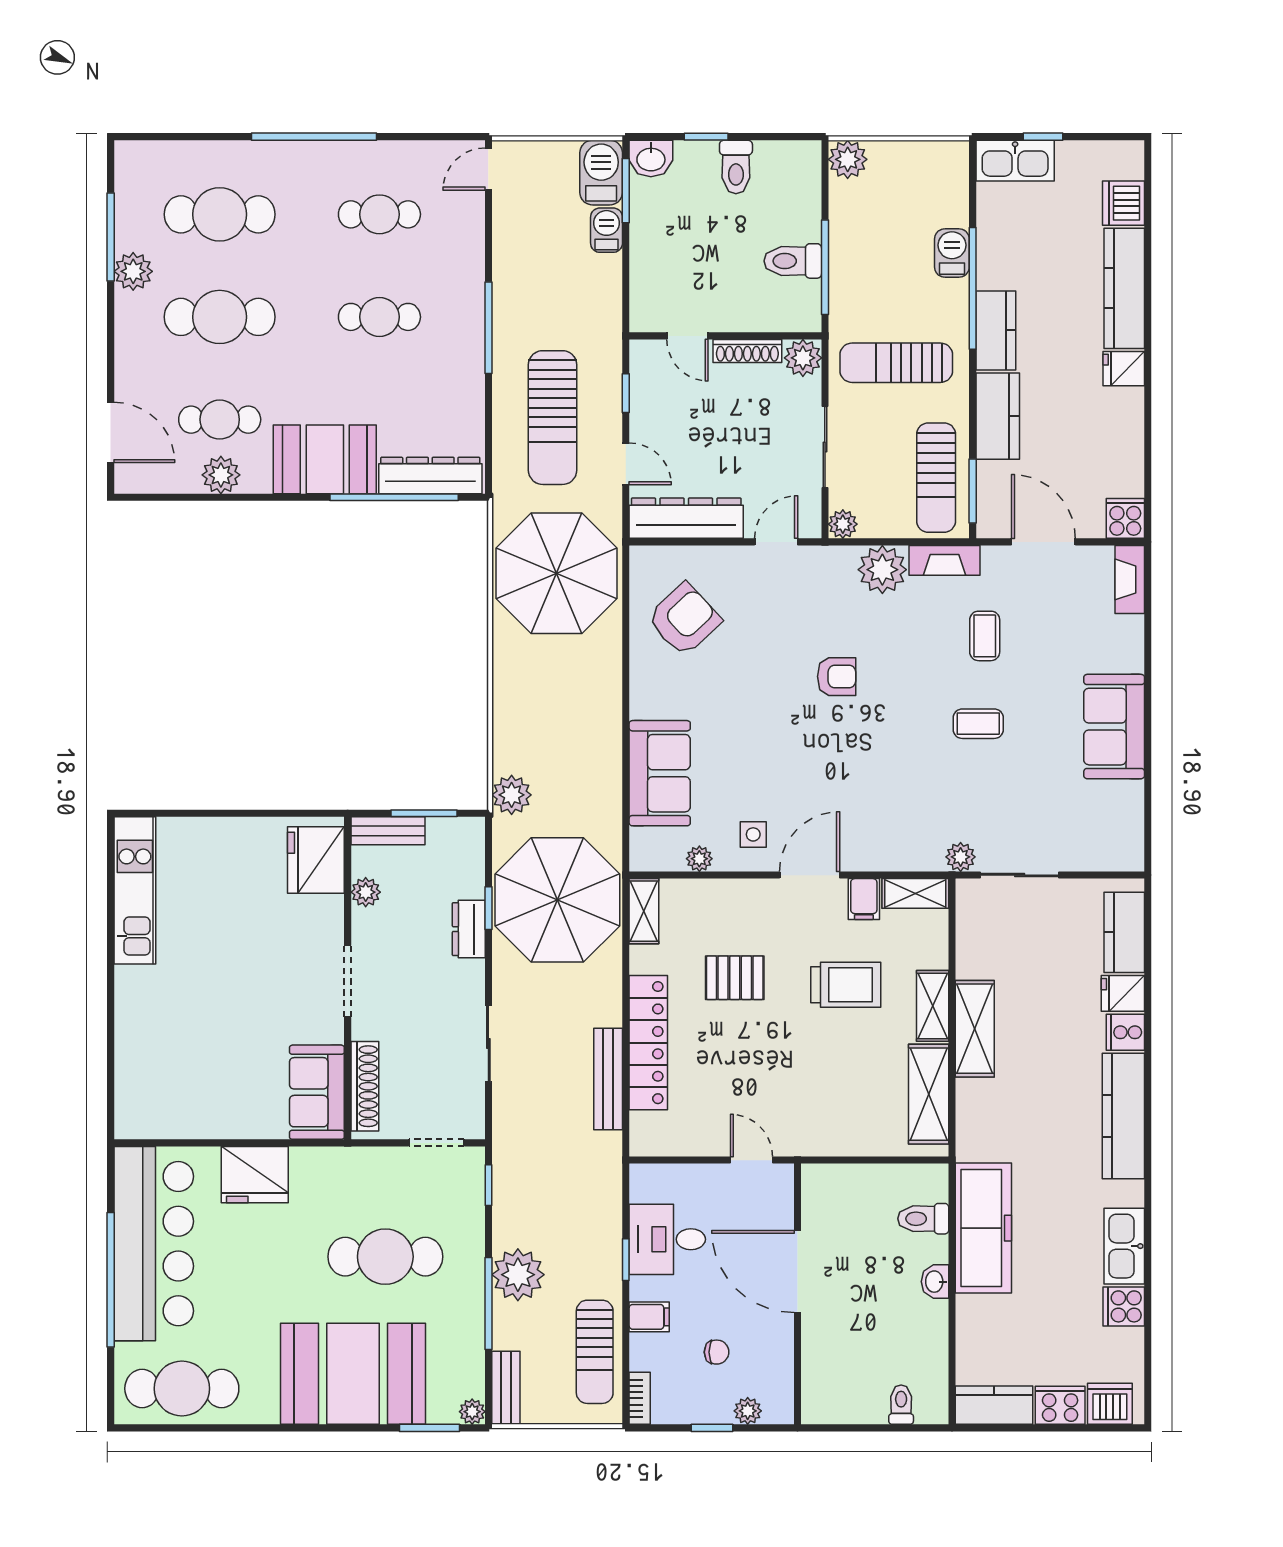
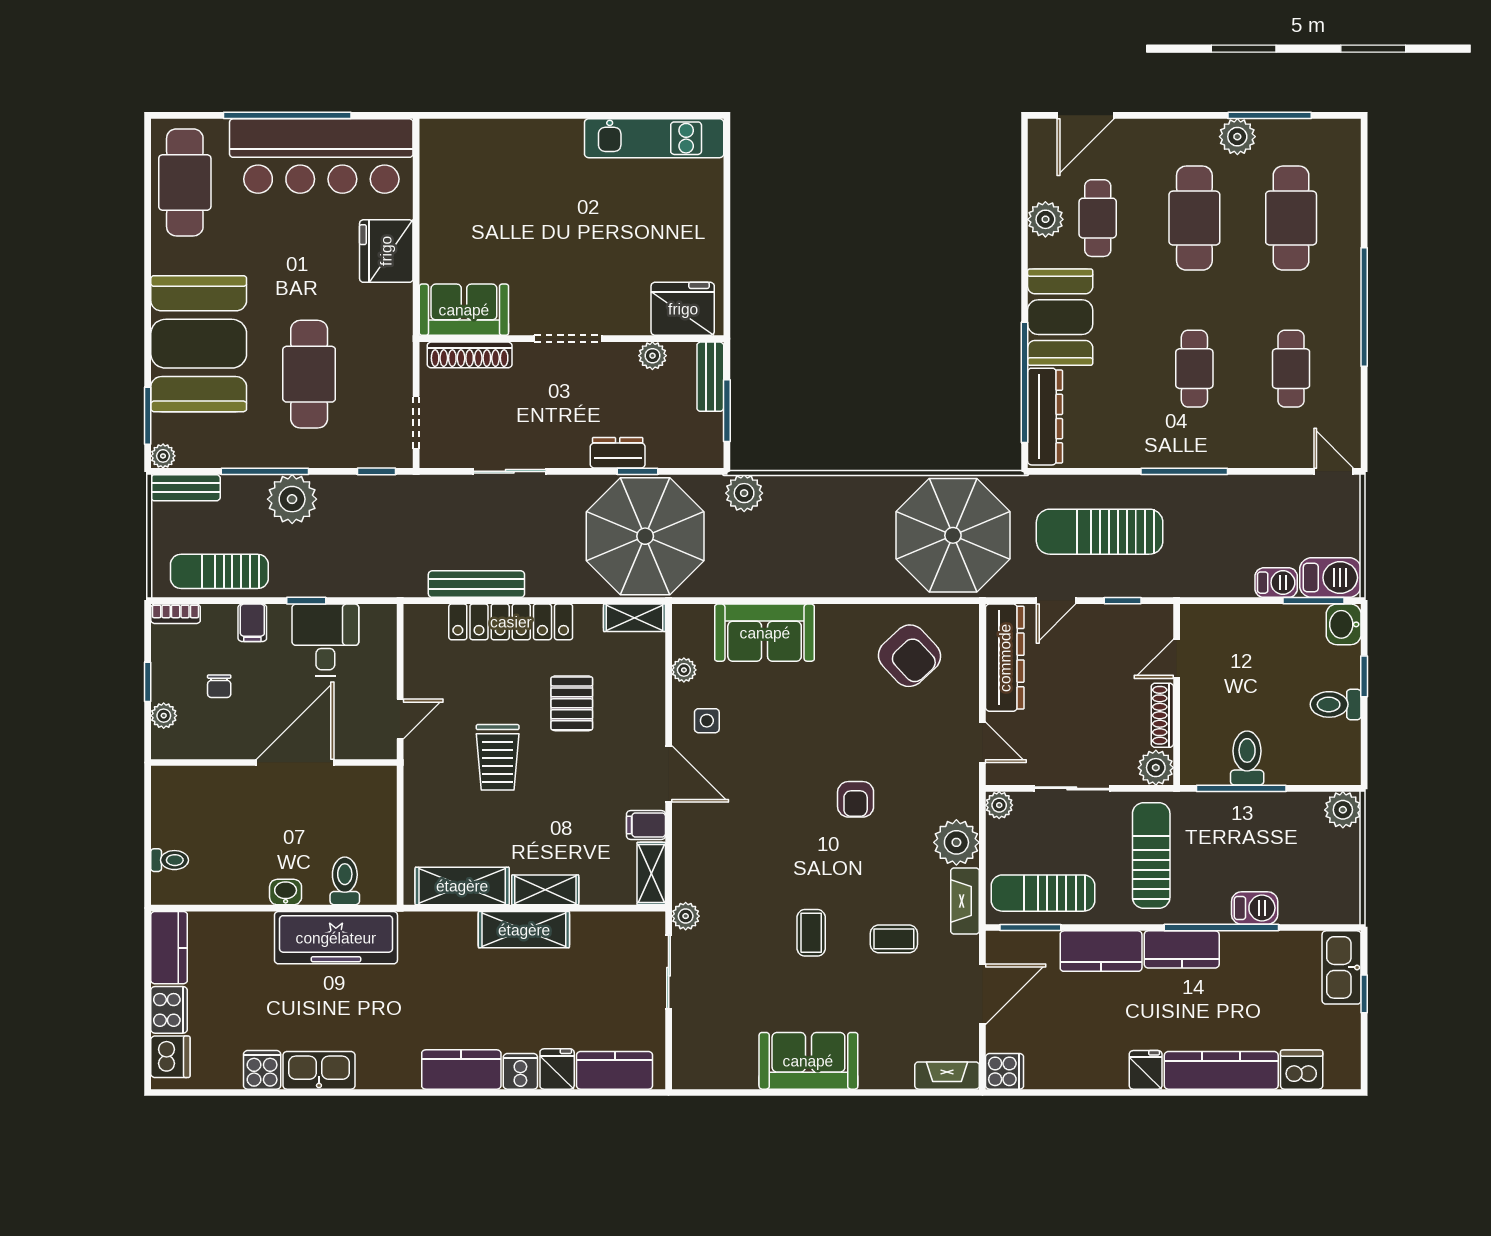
trolley: (846, 985) -> (498, 757), moved
kitchen counter: (1123, 1116) -> (461, 1070), width x0.67

